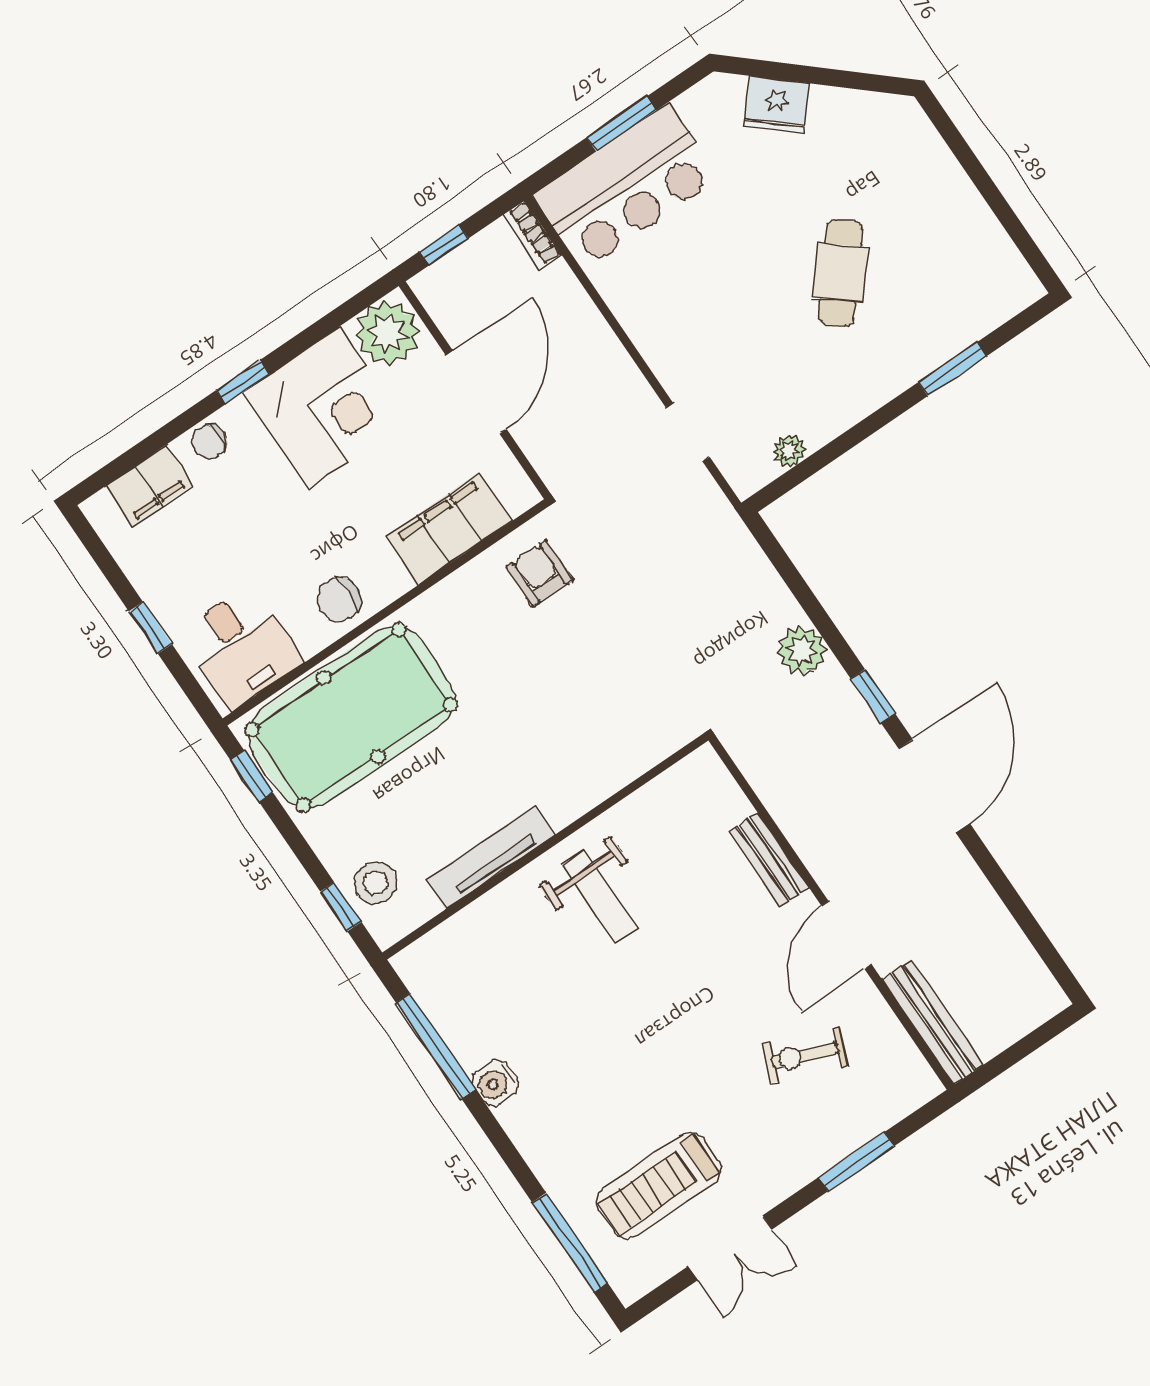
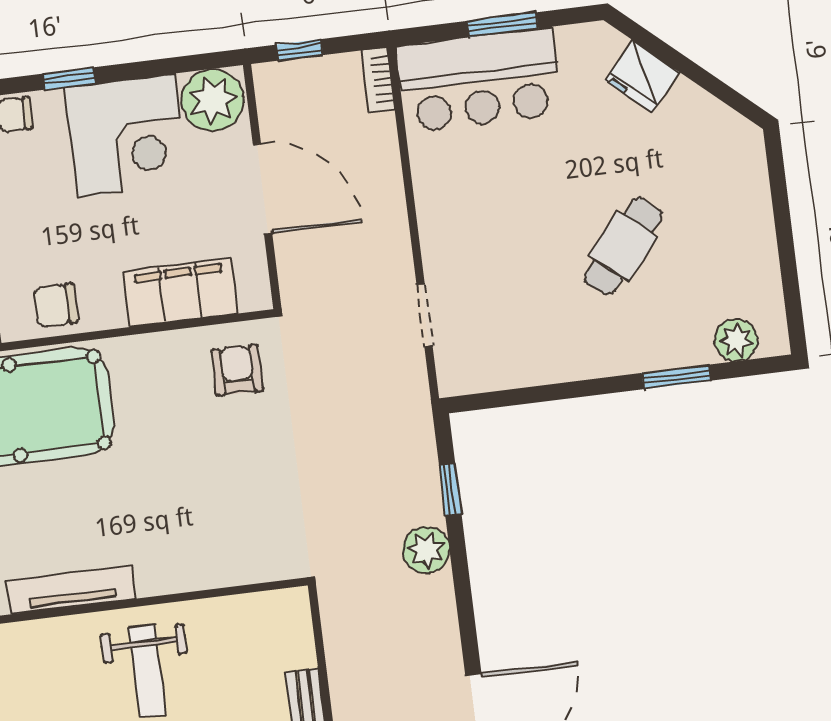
door: (476, 392) -> (262, 189), hinge flipped
plant: (789, 451) -> (736, 340), moved, width x1.38, depth x1.38
window: (873, 696) -> (450, 490), moved

